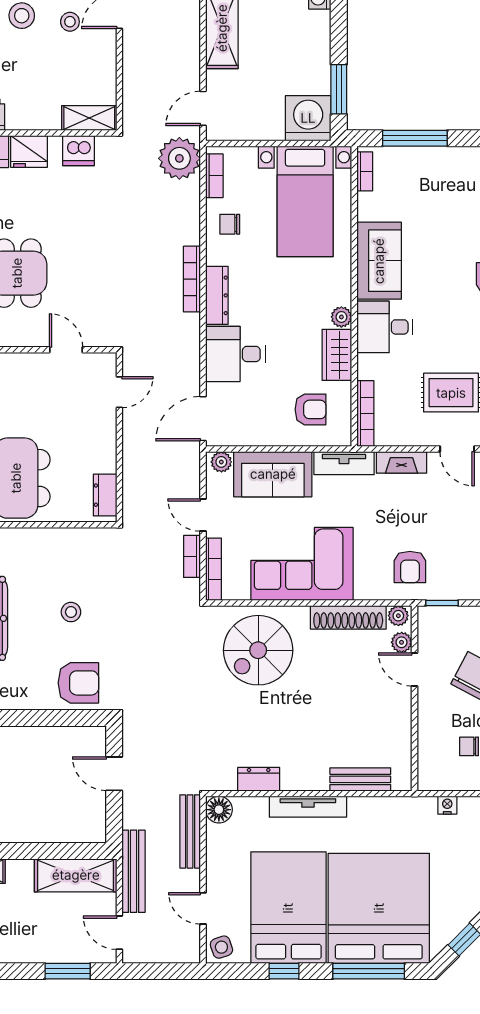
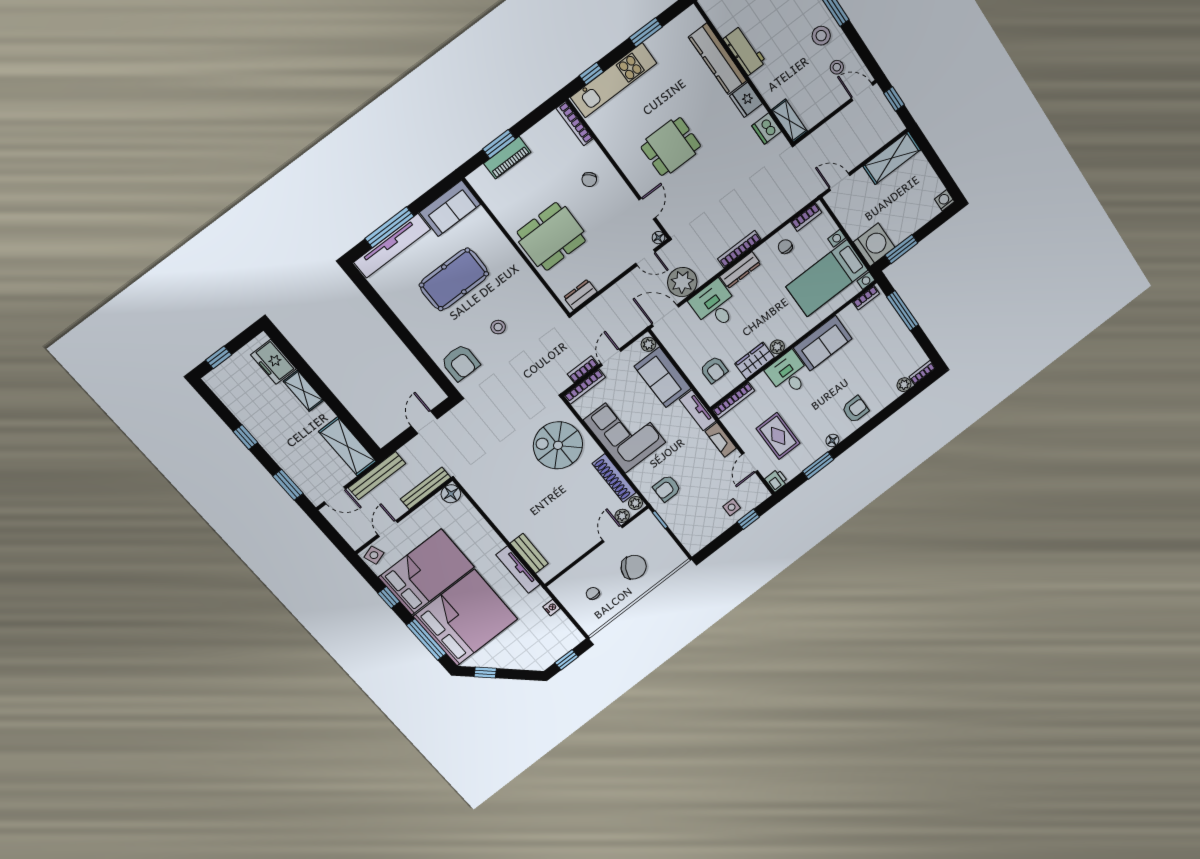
plant: (179, 158) -> (682, 282), moved
floor lamp: (108, 361) -> (658, 238), added
dresser: (259, 779) -> (486, 501), removed
tv unit: (308, 807) -> (518, 570), moved
door: (119, 933) -> (335, 495), swing flipped

